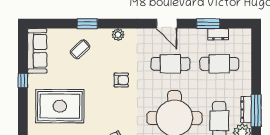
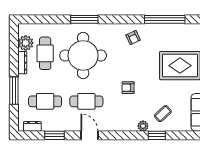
dresser: (218, 34) -> (32, 126), moved
plant: (118, 35) -> (143, 126), moved
window: (256, 111) -> (14, 91), moved

